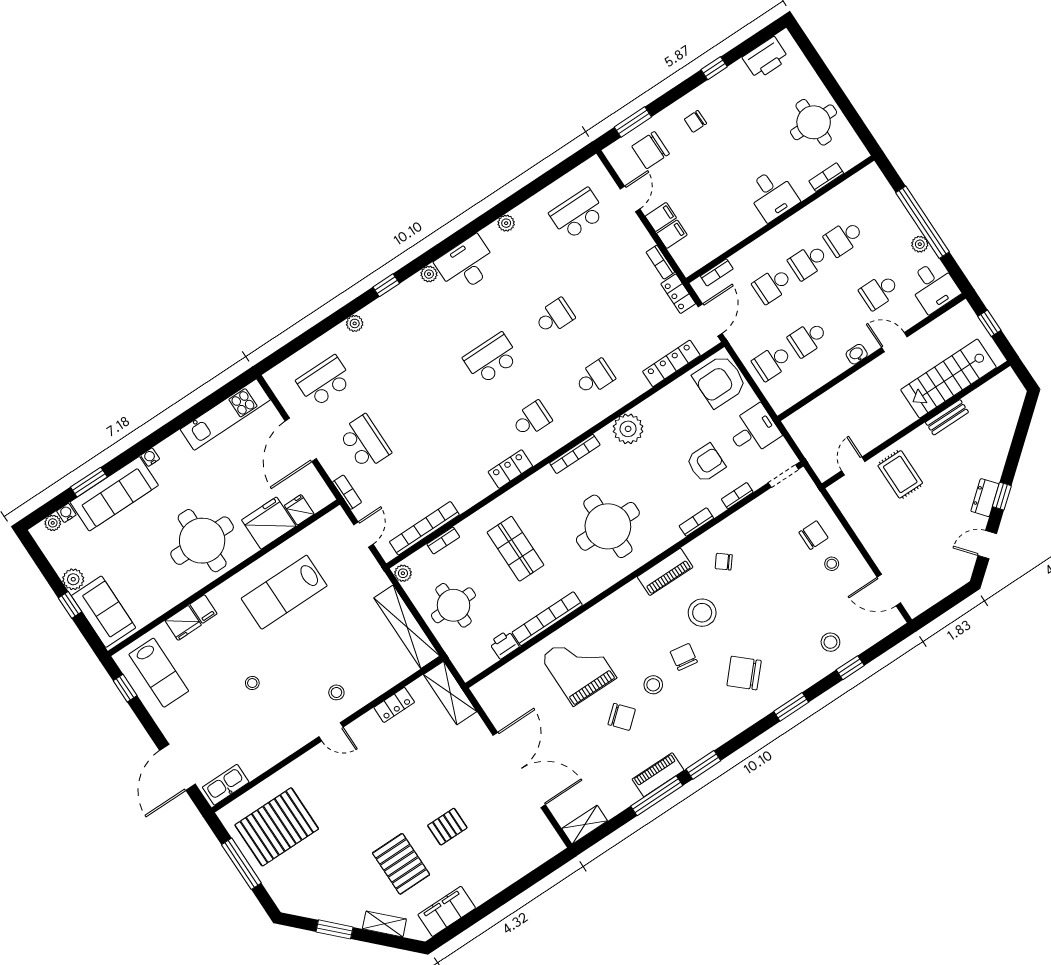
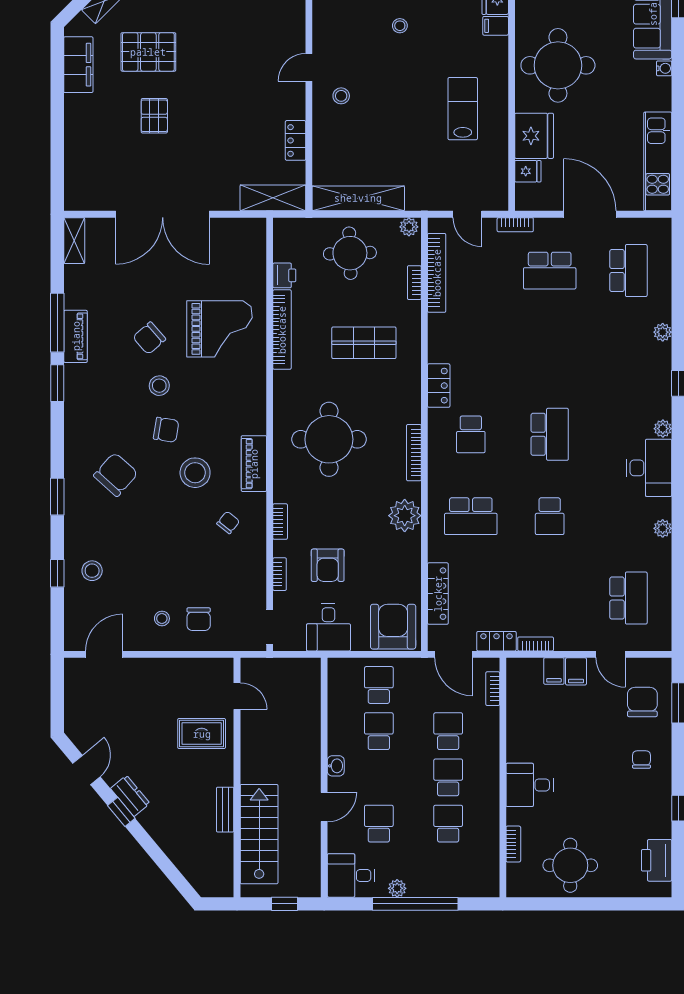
school desk: (595, 378) -> (471, 516), width x1.85
lab bench: (284, 592) -> (463, 109), width x0.73, depth x0.72

